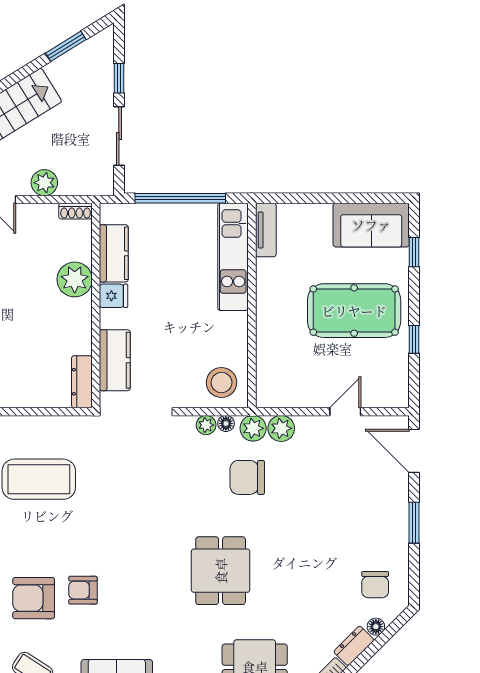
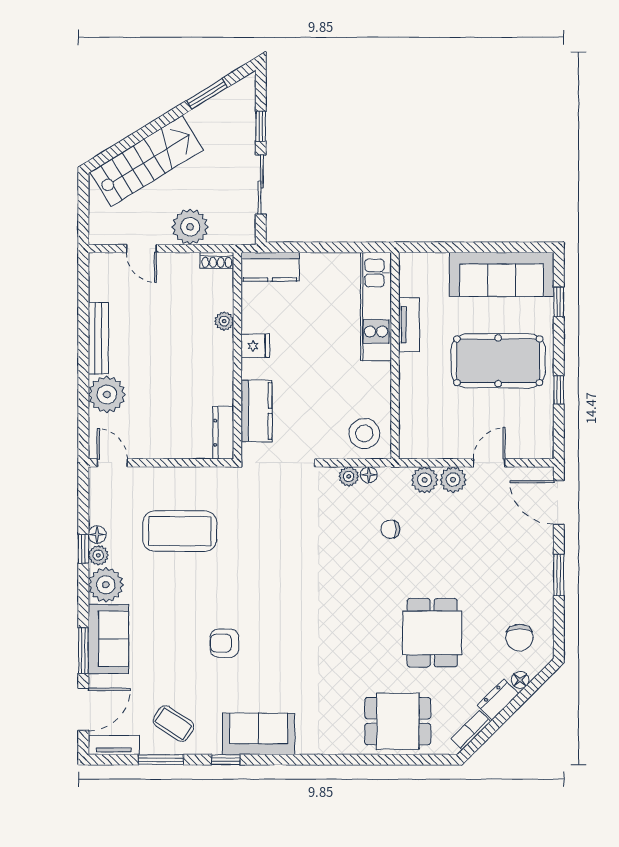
plant: (44, 183) -> (190, 227), width x1.36, depth x1.36
window: (180, 198) -> (323, 247), removed
sofa: (371, 225) -> (502, 274), width x1.36
tv unit: (266, 230) -> (409, 325), moved
kitchen counter: (114, 253) -> (270, 267), moved, turned 90
plant: (75, 279) -> (224, 321), width x0.53, depth x0.53
plant: (253, 428) -> (453, 480), moved
chair: (247, 477) -> (390, 529), width x0.54, depth x0.54
dining table: (221, 571) -> (432, 633), moved
armchair: (34, 598) -> (175, 651), removed

